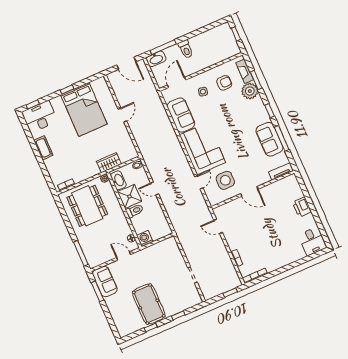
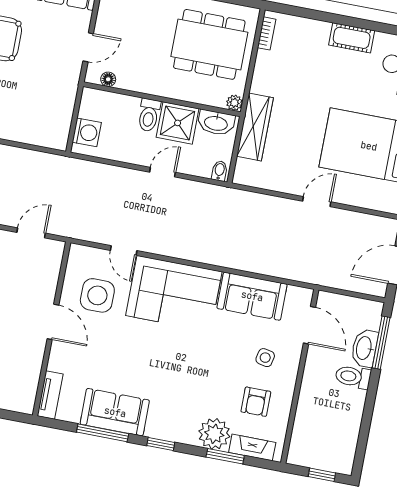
washbasin: (156, 59) -> (364, 348), moved
door: (122, 115) -> (317, 202), swing flipped
wardrobe: (109, 163) -> (255, 127), width x1.50
door: (249, 191) -> (53, 322), swing flipped
washing machine: (145, 239) -> (87, 132), moved

